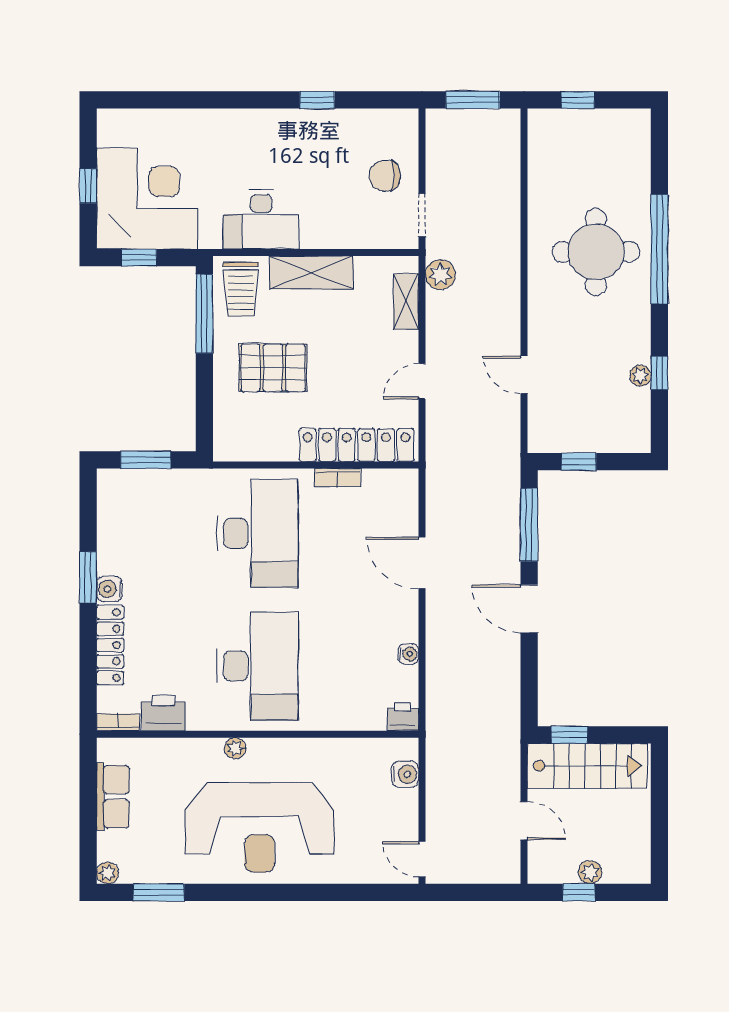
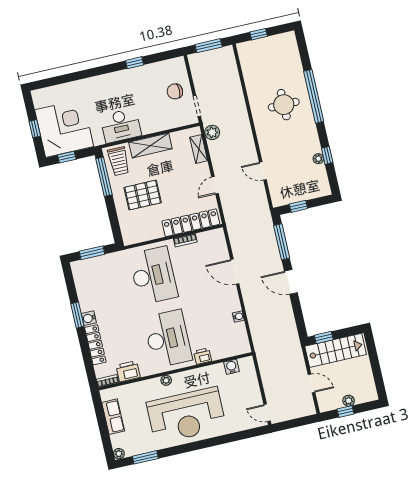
round table: (596, 252) -> (284, 105), width x0.73, depth x0.73
printer: (403, 717) -> (203, 356), moved
water cooler: (405, 774) -> (231, 367), moved, turned -90

